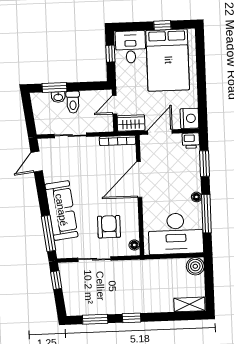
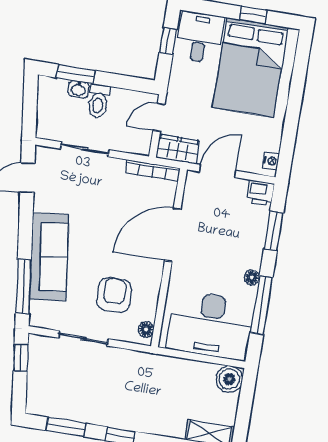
nightstand: (189, 118) -> (271, 161), width x0.53, depth x0.56

